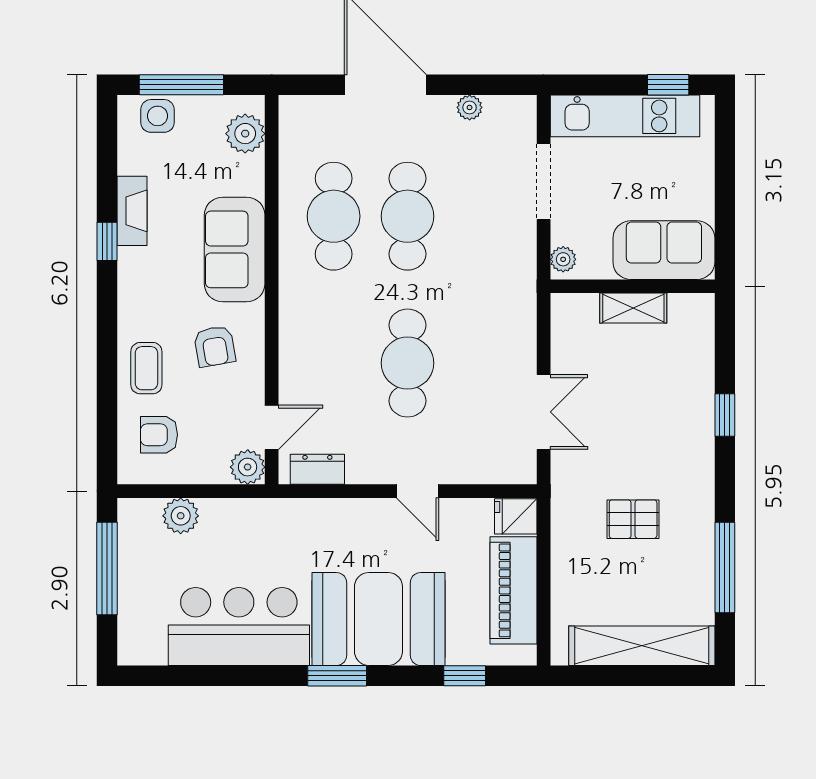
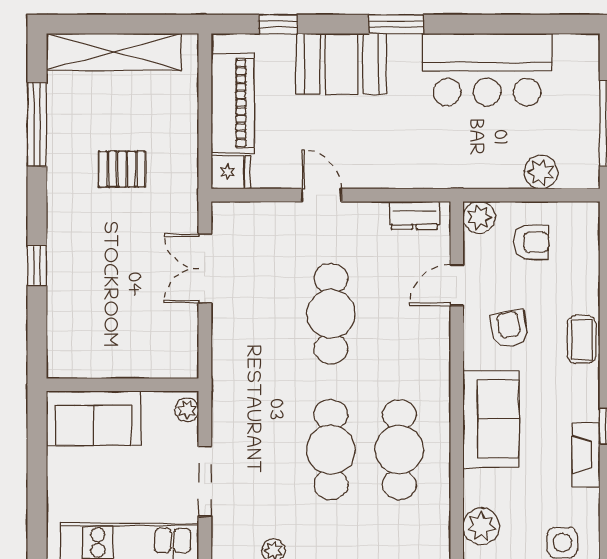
shelving: (633, 308) -> (122, 365), removed
coffee table: (146, 368) -> (582, 340), moved
door: (272, 427) -> (457, 285), moved
armchair: (159, 435) -> (531, 242), moved
booth: (378, 619) -> (341, 64), width x0.73, depth x0.70

